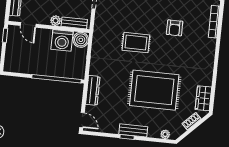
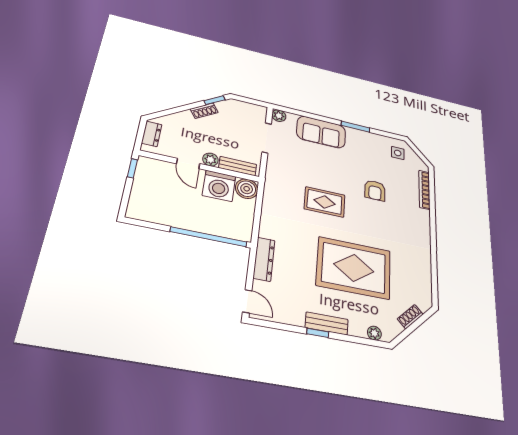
door: (28, 25) -> (188, 164), moved
wardrobe: (203, 98) -> (423, 286), removed

